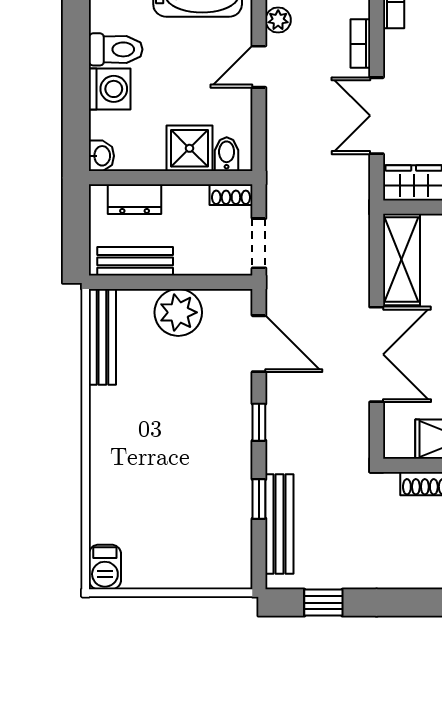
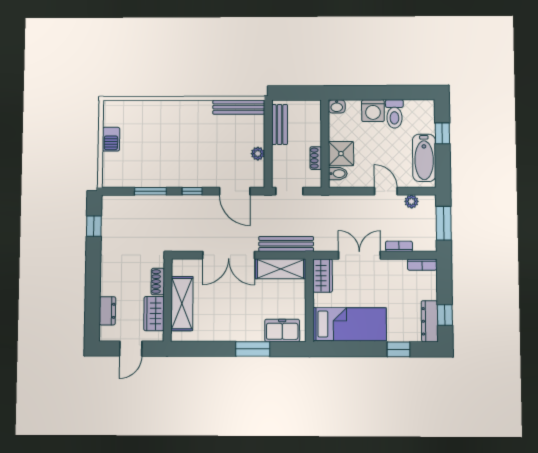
shoe rack: (231, 195) -> (316, 158), moved
dresser: (135, 199) -> (313, 124), removed
plant: (178, 312) -> (258, 154), width x0.53, depth x0.53
door: (259, 344) -> (235, 191), hinge flipped
window: (259, 499) -> (150, 191), width x1.50
bench: (279, 524) -> (286, 244), moved
barbecue: (105, 567) -> (111, 139), moved, turned -90

